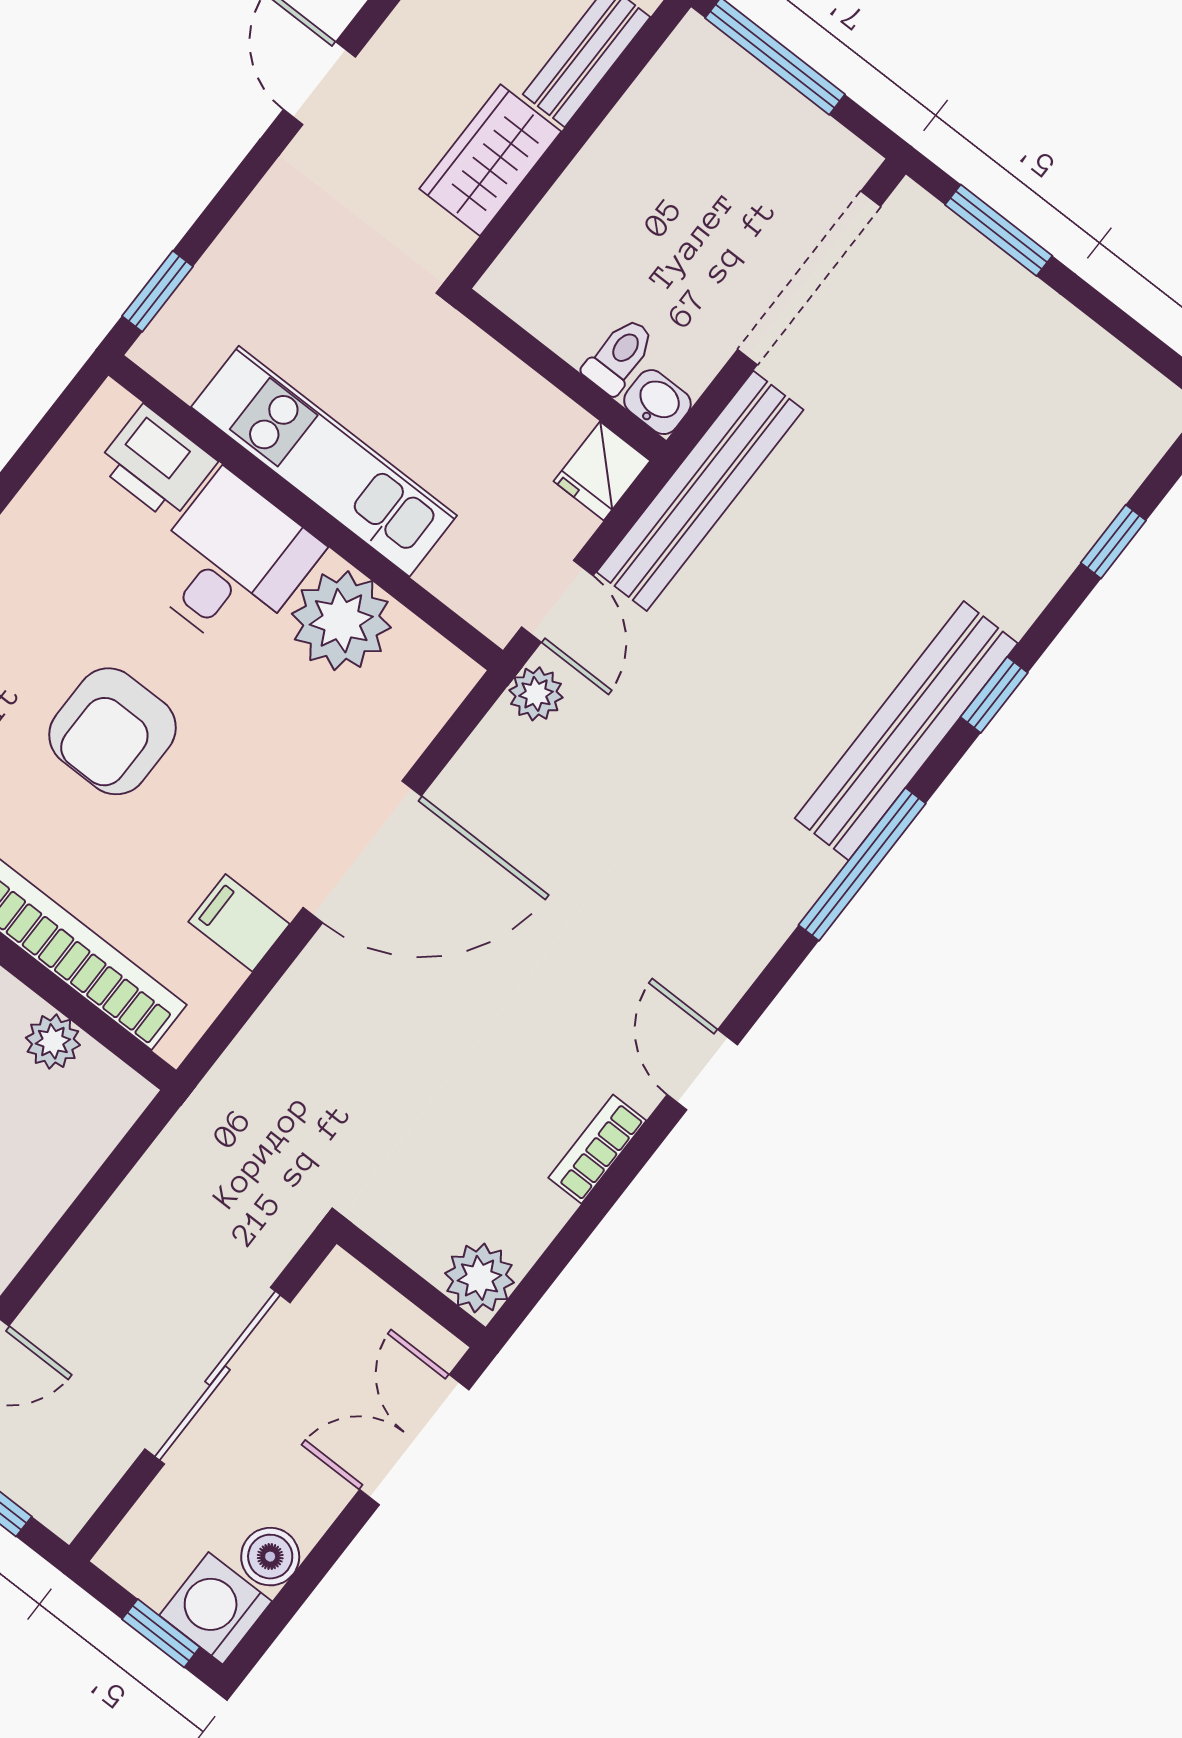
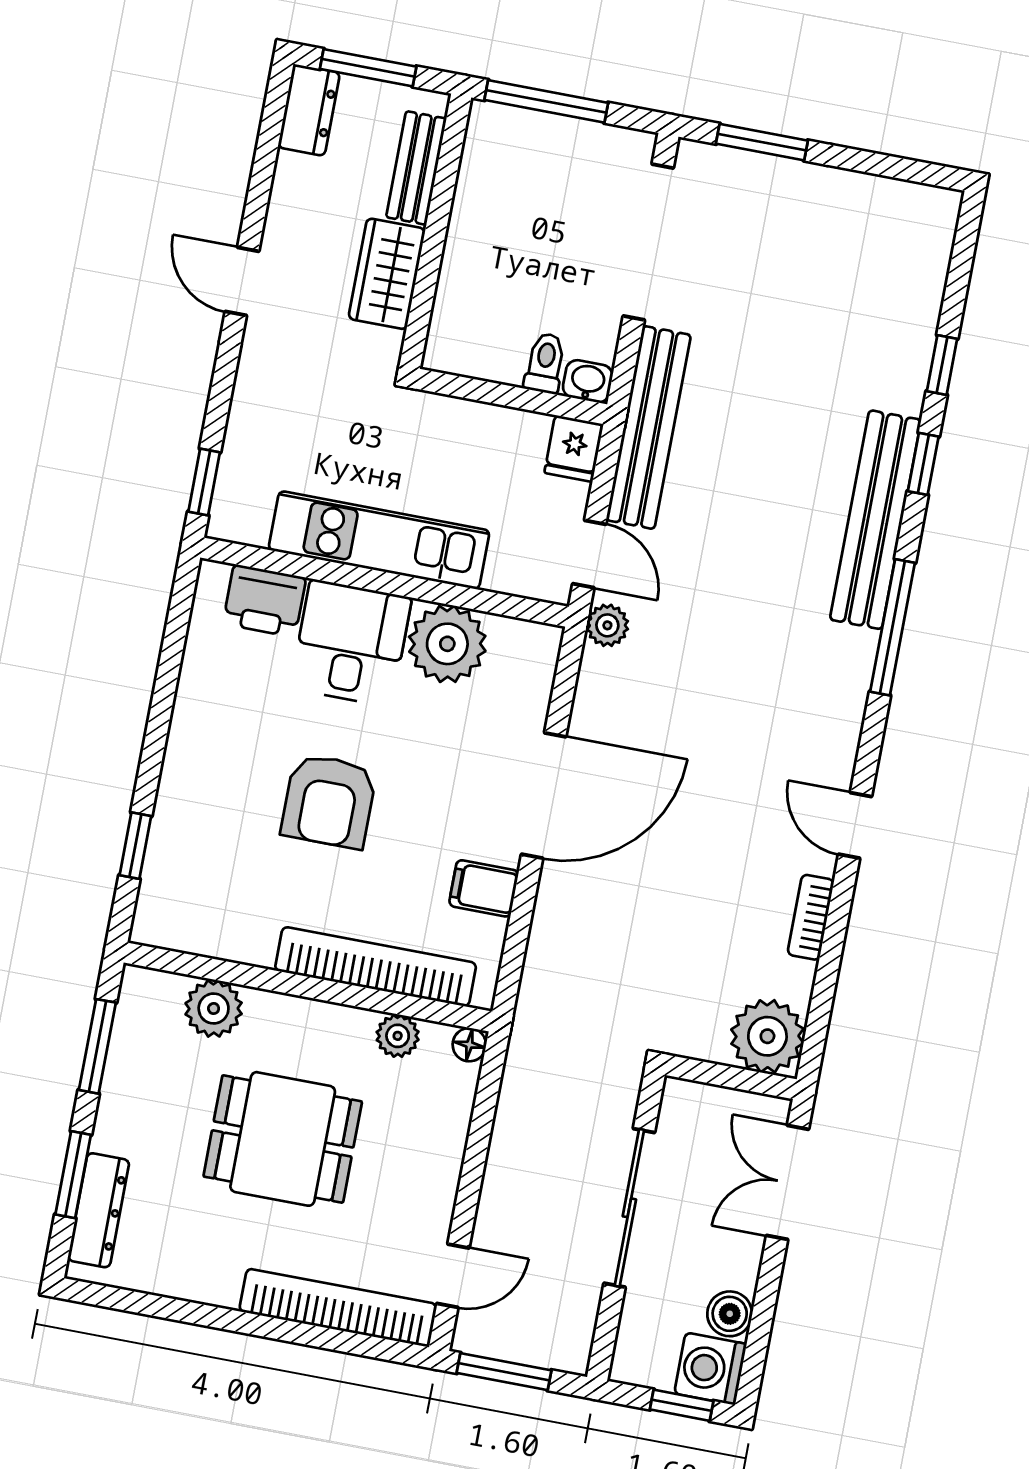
window: (1113, 542) -> (942, 365), moved
floor lamp: (130, 1094) -> (469, 1045), added
plant: (480, 1278) -> (767, 1036), width x1.36, depth x1.36

